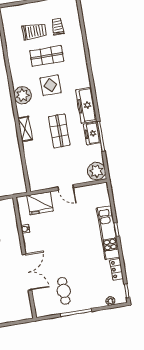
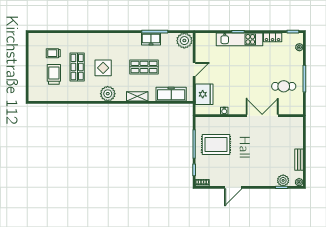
freezer: (86, 105) -> (171, 94), moved, turned 180

